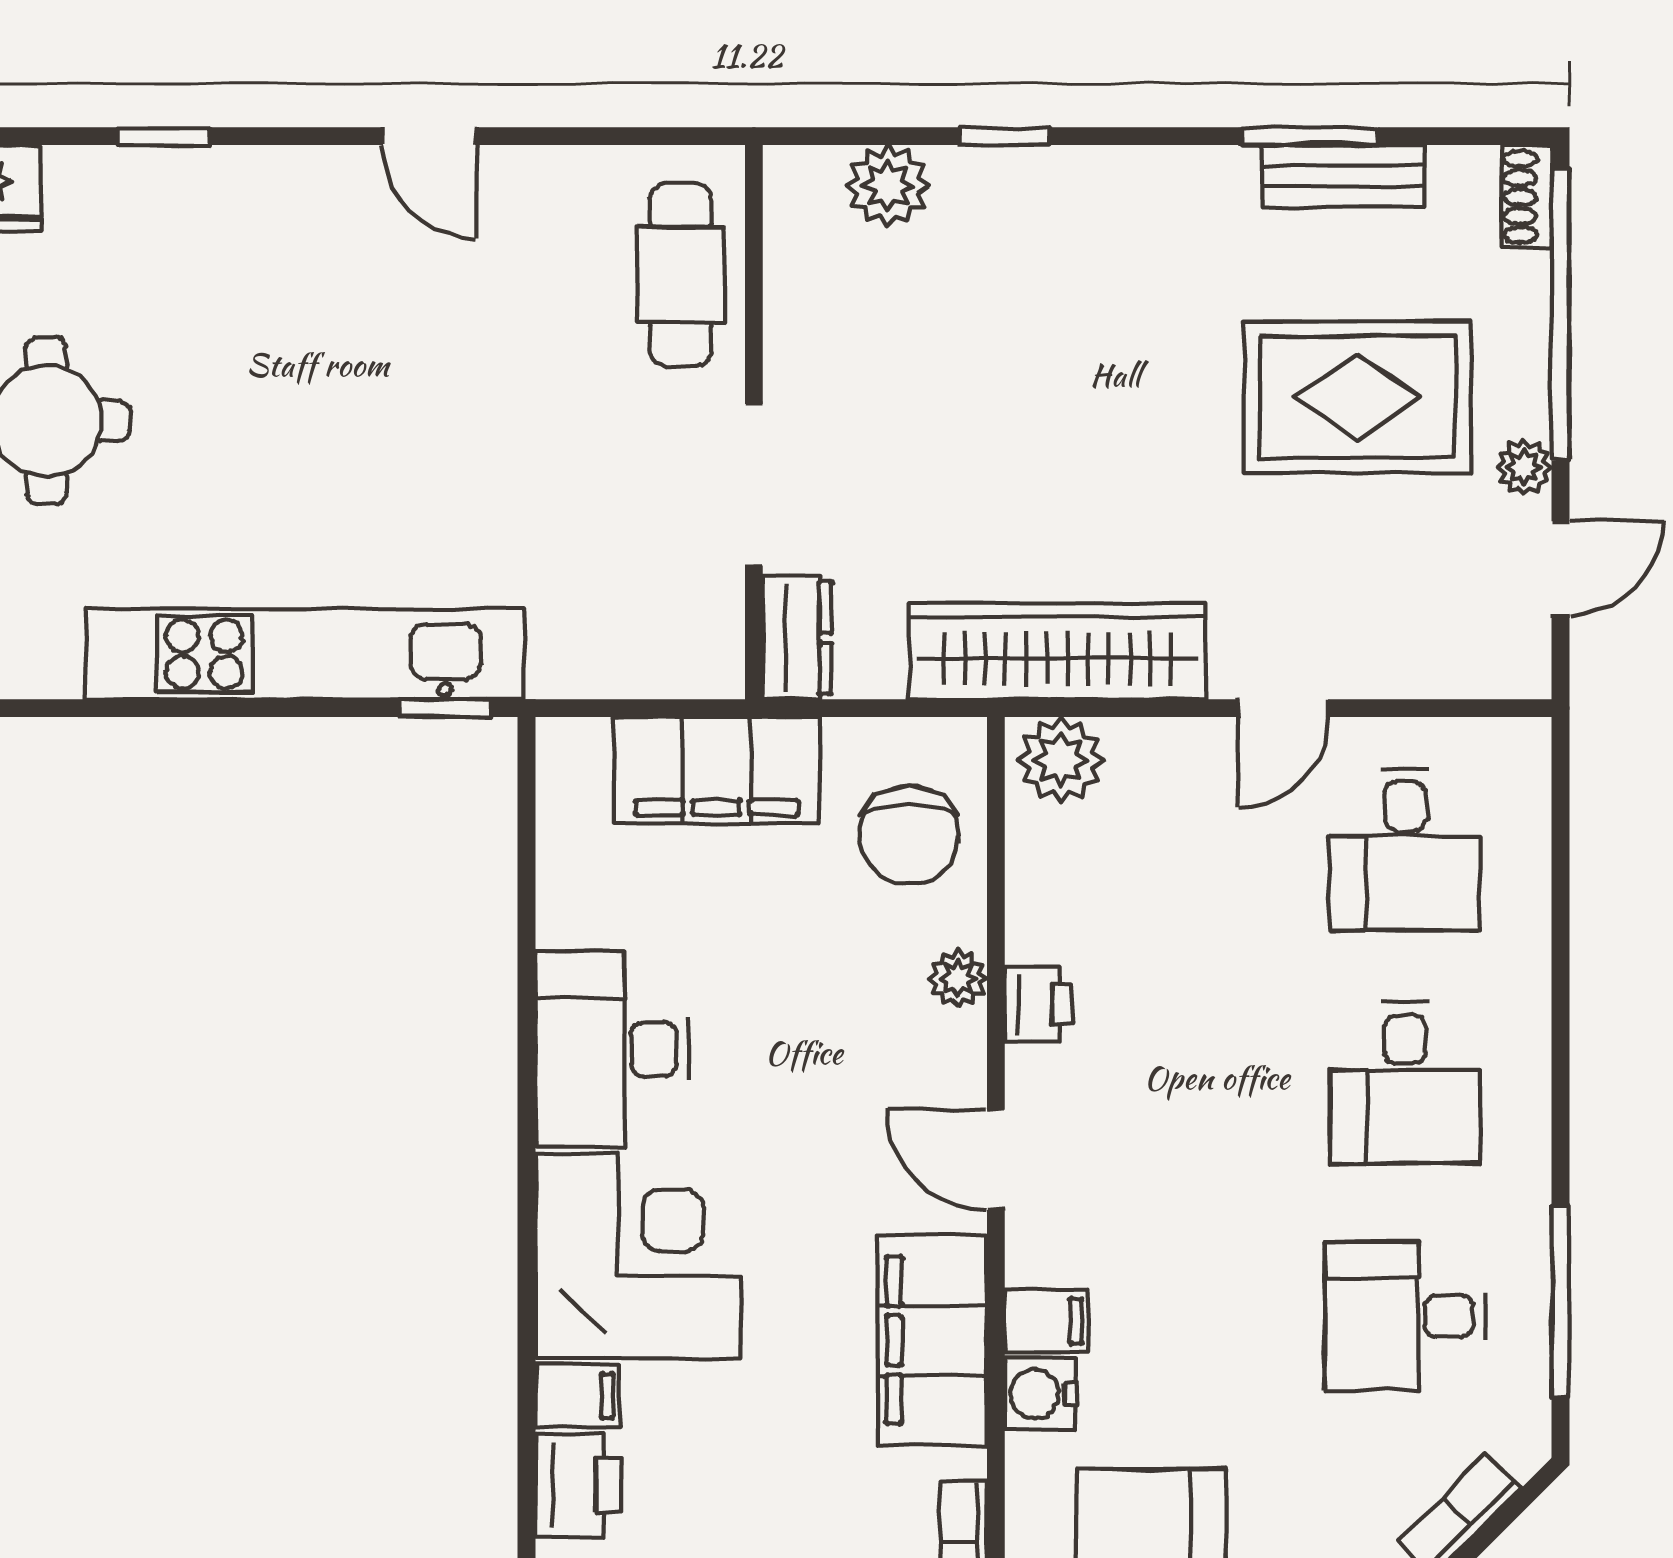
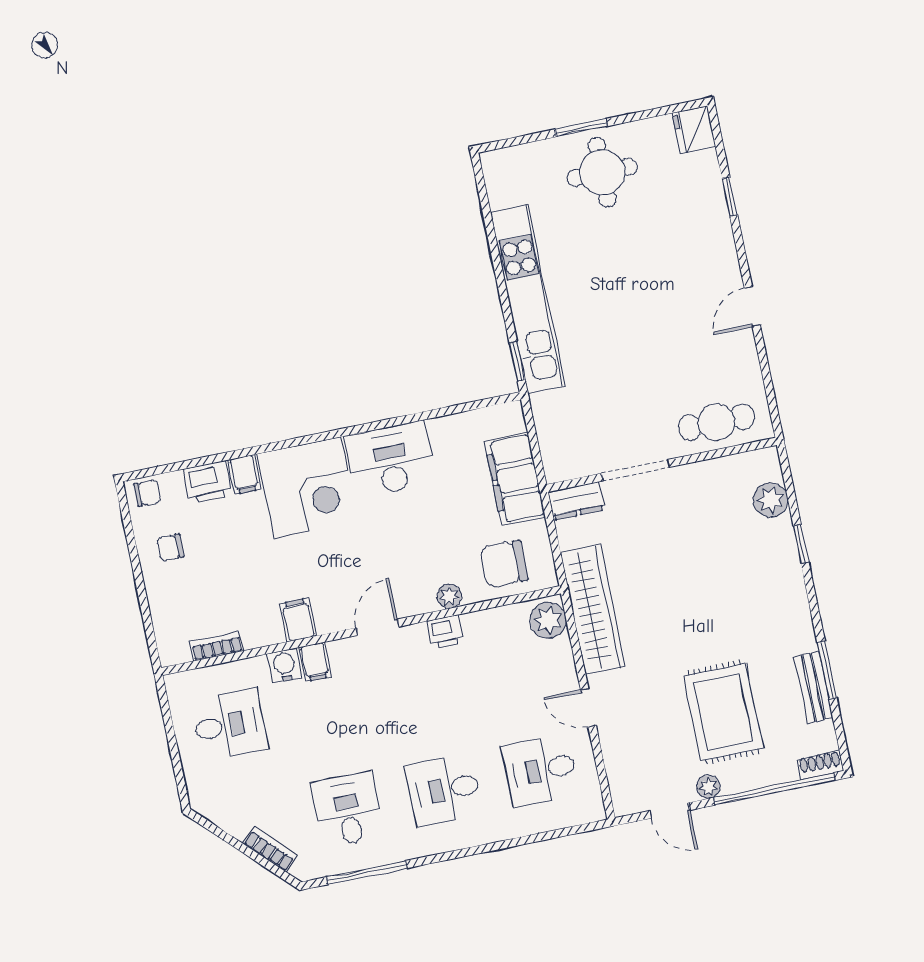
filing cabinet: (932, 1340) -> (298, 620), width x0.33, depth x0.86

